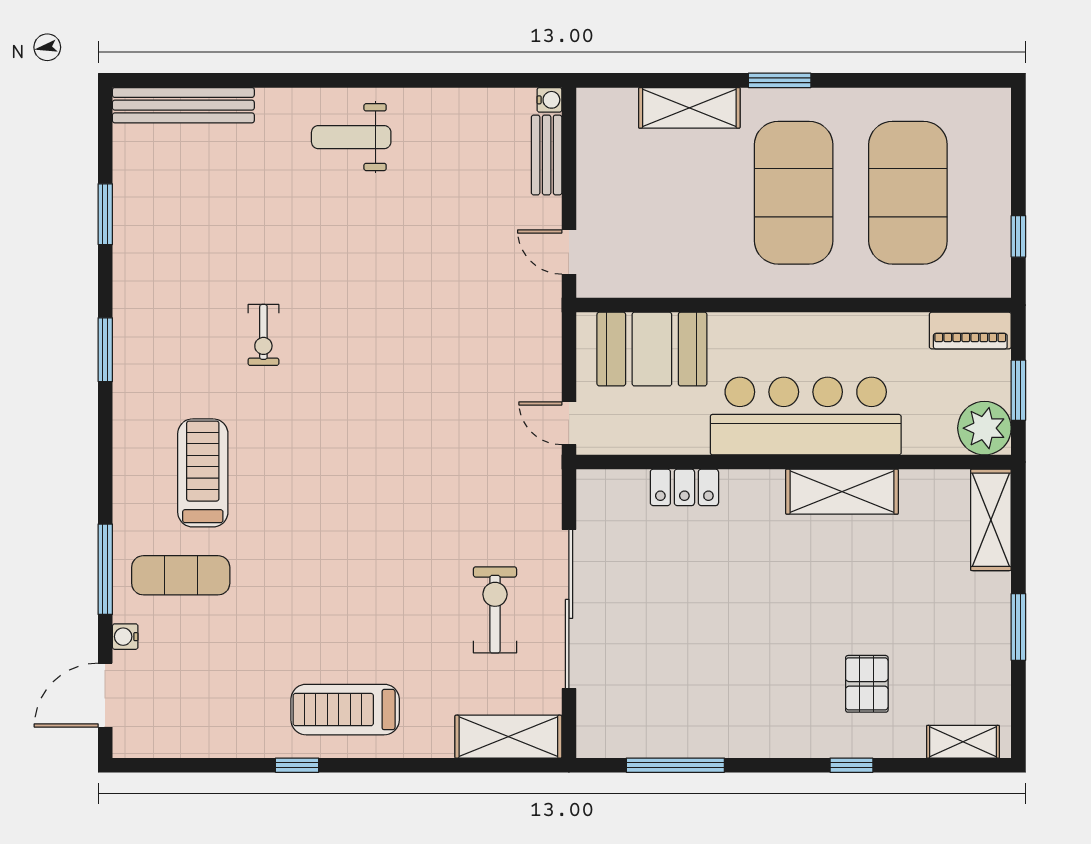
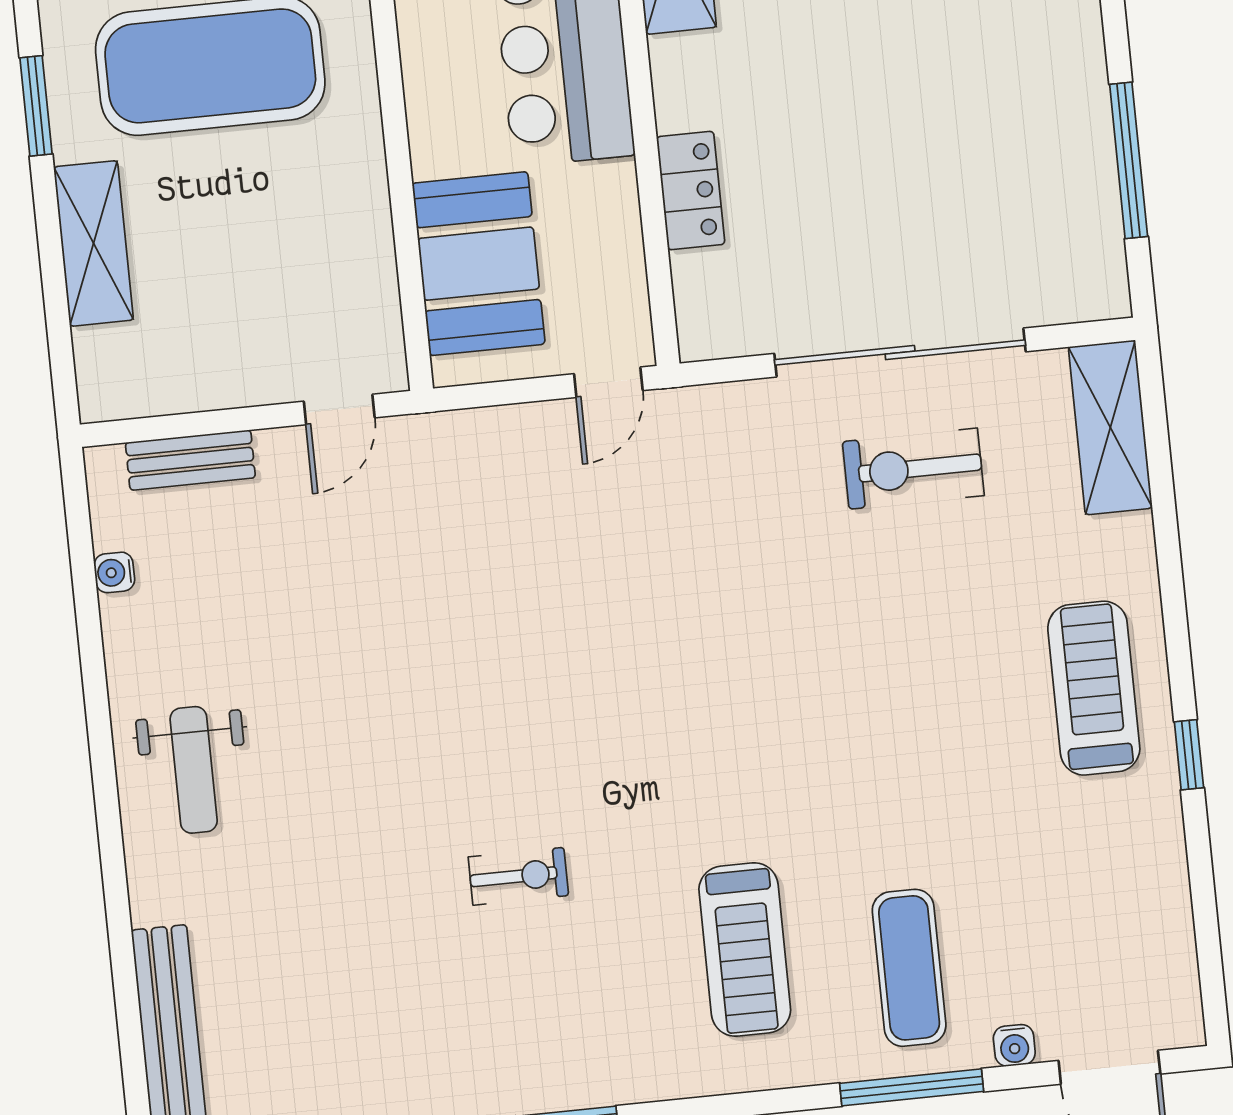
water cooler: (549, 100) -> (114, 572), moved, turned -90
treadmill: (203, 473) -> (745, 950), turned -90
treadmill: (345, 710) -> (1094, 688), turned 180

